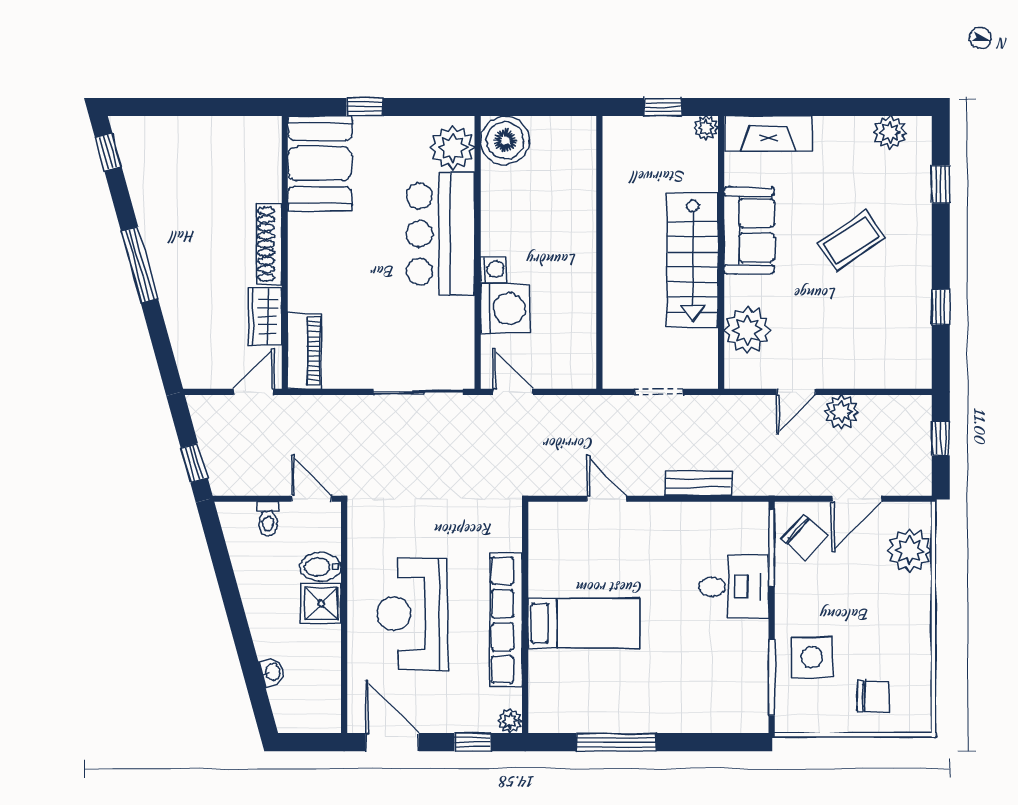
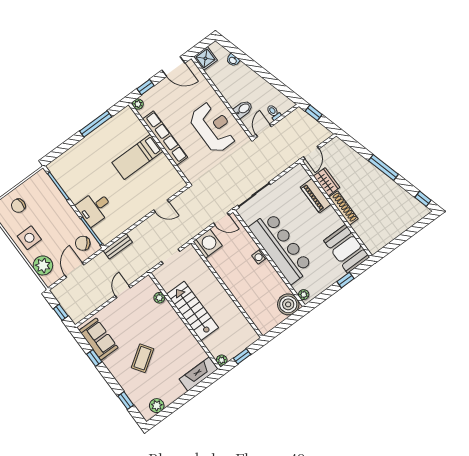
plant: (452, 148) -> (304, 295), width x0.53, depth x0.53
sofa: (749, 230) -> (99, 339), moved, turned 180
bar counter: (441, 234) -> (281, 248), width x1.36
washing machine: (505, 309) -> (208, 244), moved, turned 180
plant: (747, 330) -> (159, 298), width x0.53, depth x0.53
piano: (305, 351) -> (316, 196), moved
plant: (841, 412) -> (102, 296), removed
bench: (699, 483) -> (118, 246), moved
door: (312, 499) -> (264, 130), swing flipped
shower: (321, 604) -> (205, 58), moved
reception desk: (412, 614) -> (213, 127), moved
side table: (812, 657) -> (29, 238), moved

